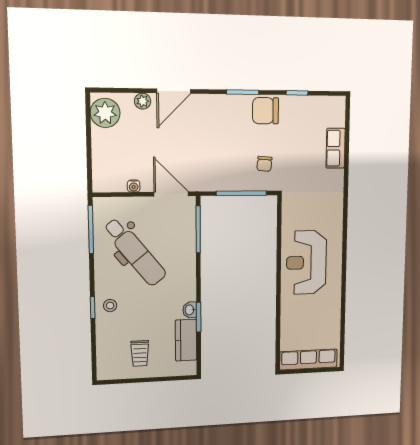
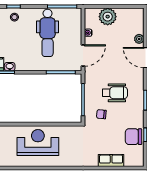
chair: (265, 111) -> (133, 137), moved, turned -90
plant: (105, 113) -> (108, 17), moved
wheelchair: (231, 142) -> (115, 93), added
dental chair: (135, 252) -> (48, 33), turned -51

